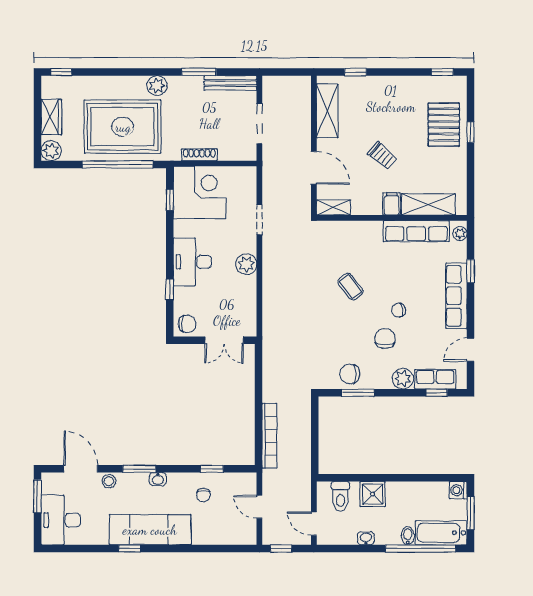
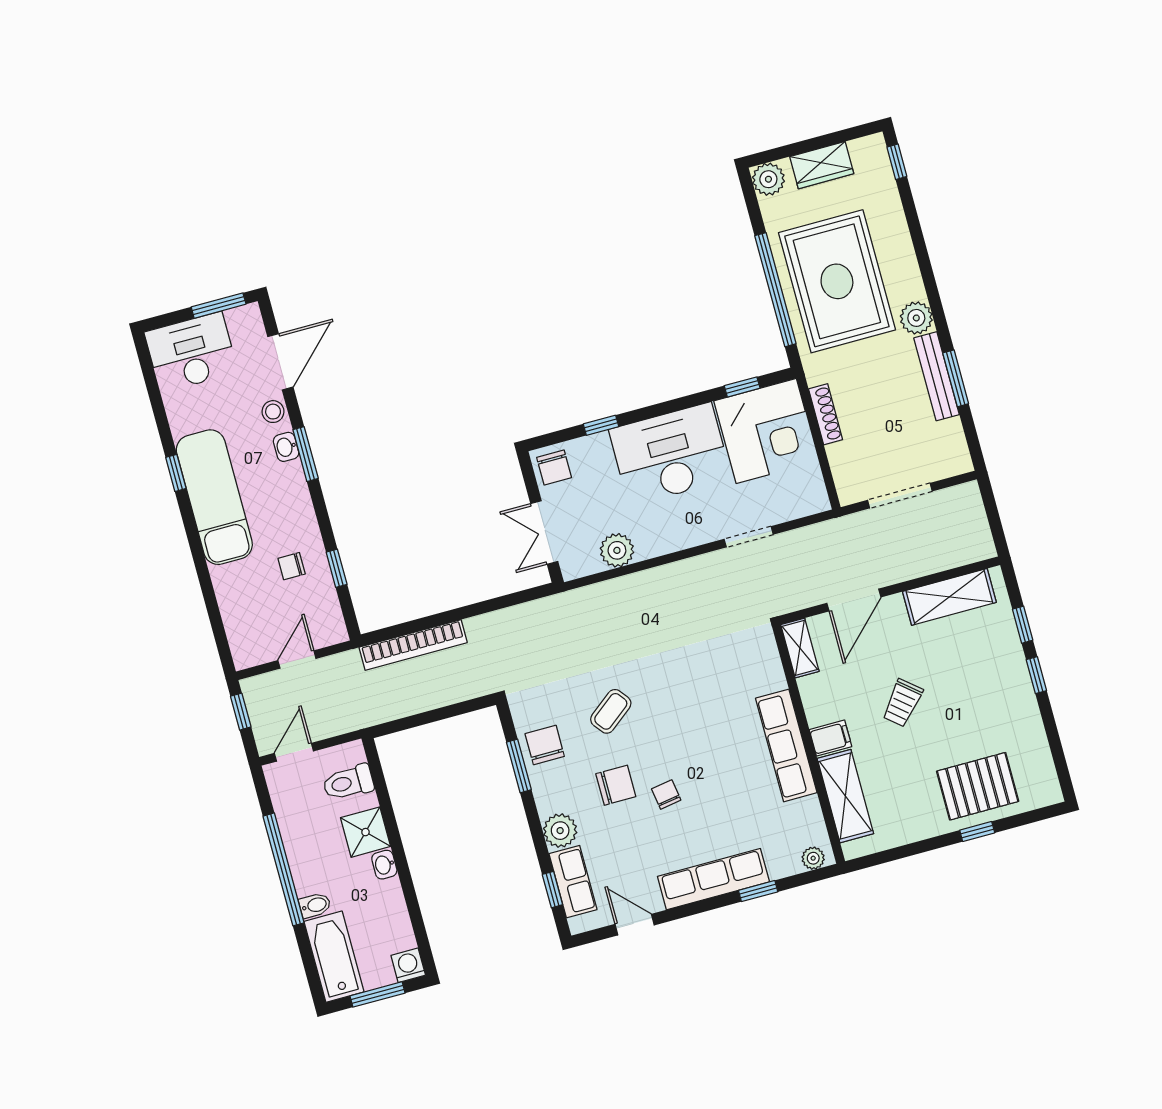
window: (442, 72) -> (1036, 675), moved
bench: (230, 83) -> (937, 376), moved
row of seats: (416, 231) -> (786, 745), moved
desk: (192, 262) -> (670, 454), width x1.36, depth x1.30
plant: (246, 264) -> (617, 550), moved
coffee table: (350, 287) -> (611, 711), moved
washbasin: (158, 479) -> (286, 447), moved
washbasin: (366, 538) -> (384, 865), moved, turned 180
window: (421, 549) -> (284, 869), moved

